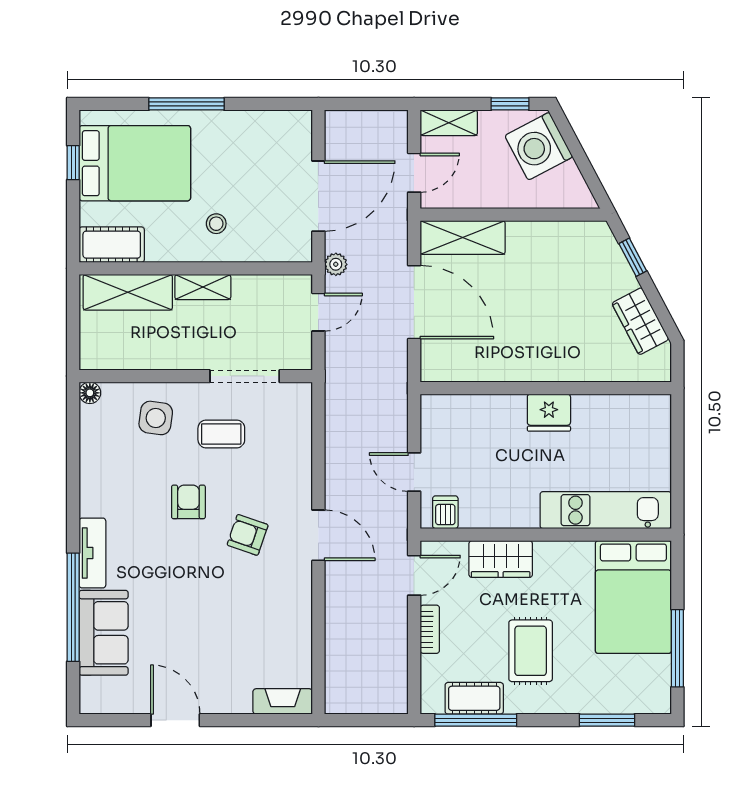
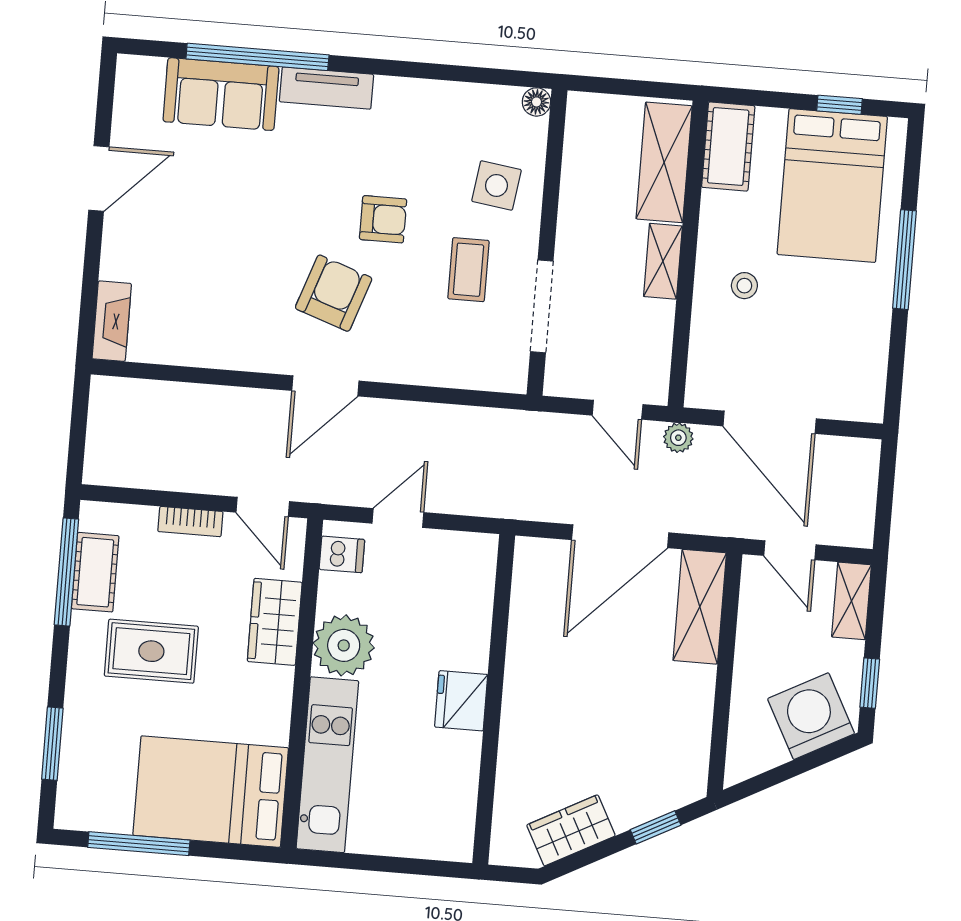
plant: (514, 505) -> (344, 645), added
armchair: (248, 535) -> (334, 293), width x1.38, depth x1.38

